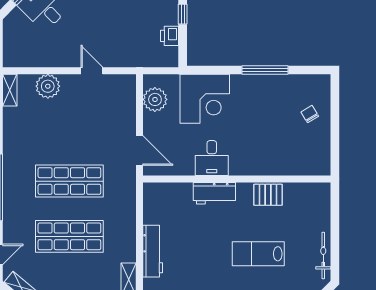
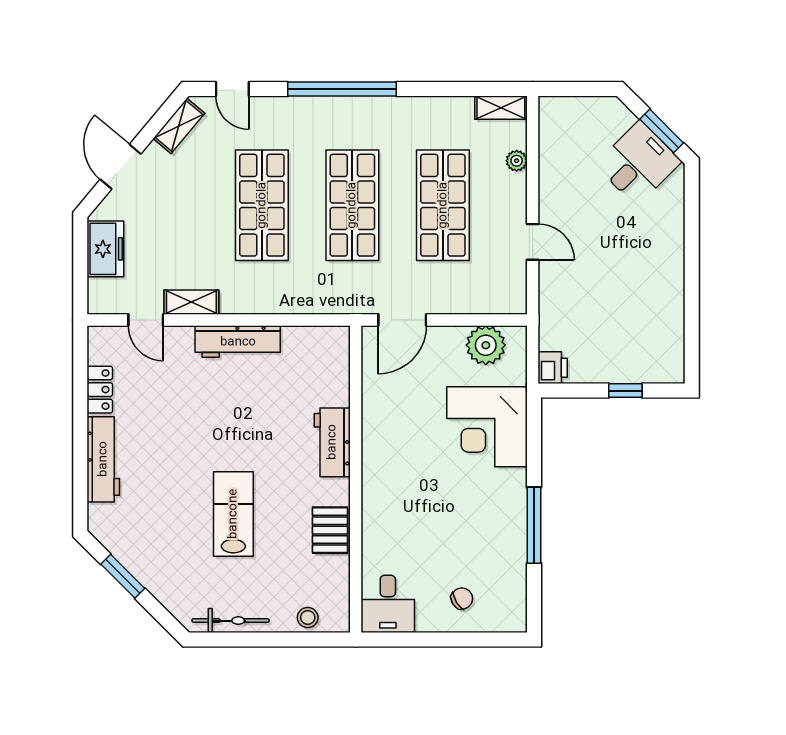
printer: (170, 36) -> (553, 368), moved, turned 90
door: (92, 71) -> (533, 242), hinge flipped
plant: (48, 86) -> (517, 161), width x0.53, depth x0.53
shop shelf: (69, 126) -> (443, 205), added
desk: (212, 158) -> (388, 604), moved, turned -90
stool: (321, 208) -> (308, 618), added

